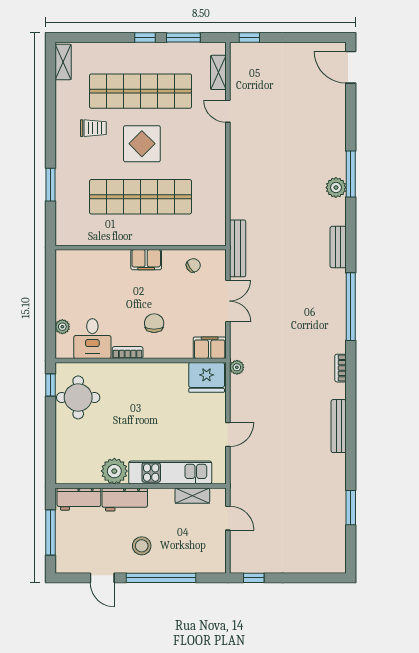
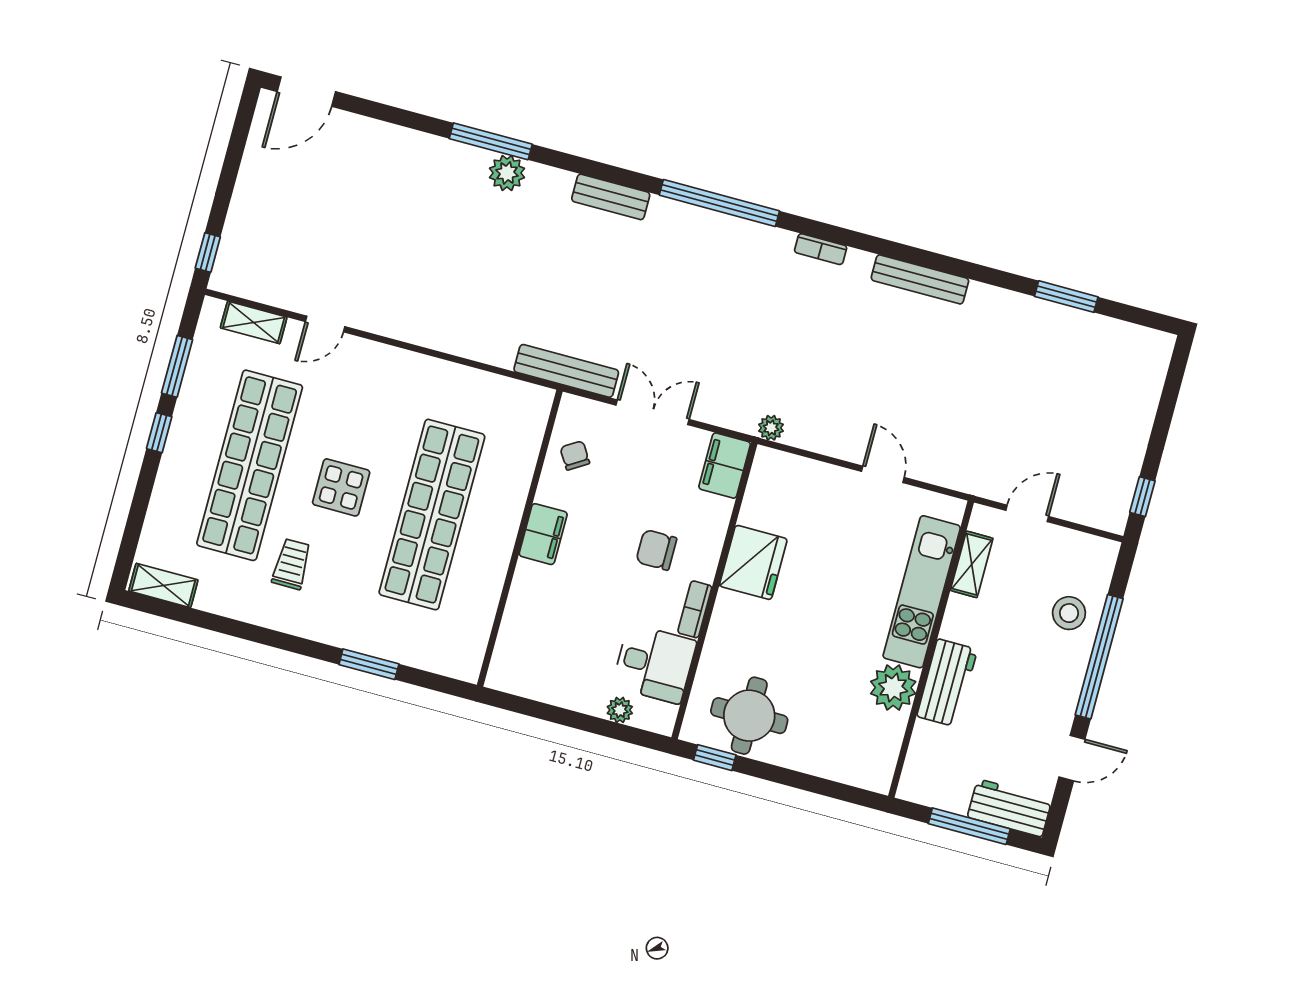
display table: (142, 144) -> (341, 487), width x0.73, depth x0.73
fridge: (207, 377) -> (753, 562), moved
workbench: (79, 499) -> (1010, 808), moved, turned -90
stool: (142, 546) -> (1069, 613), moved

